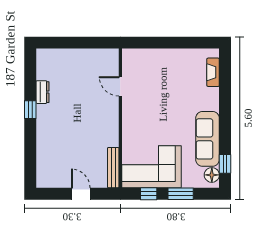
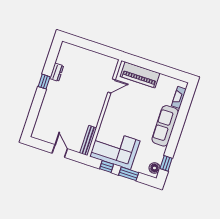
piano: (153, 59) -> (140, 75), added
door: (120, 86) -> (112, 86), swing flipped
sofa: (207, 139) -> (165, 126), moved

